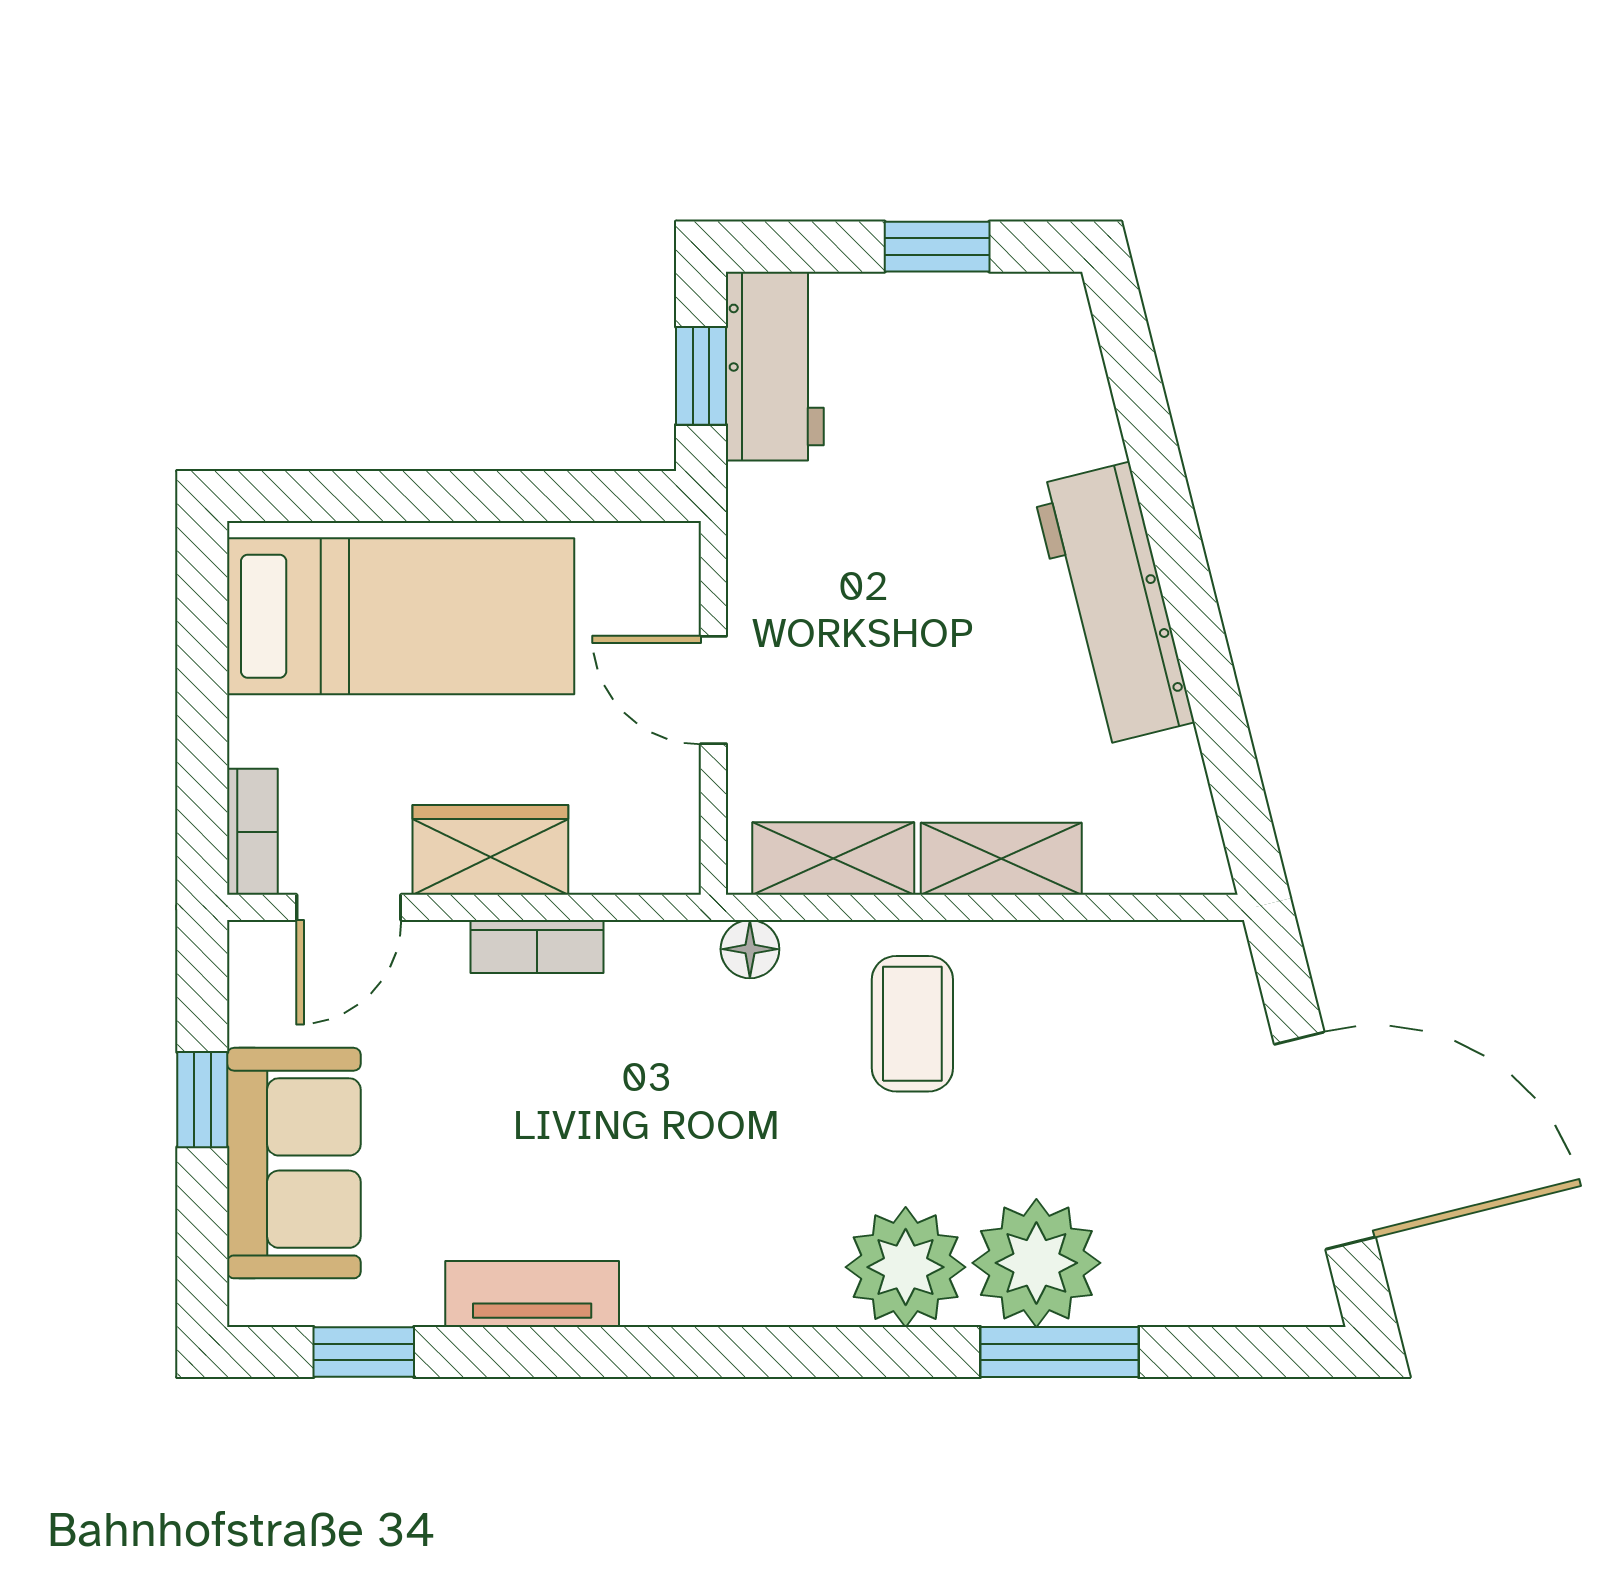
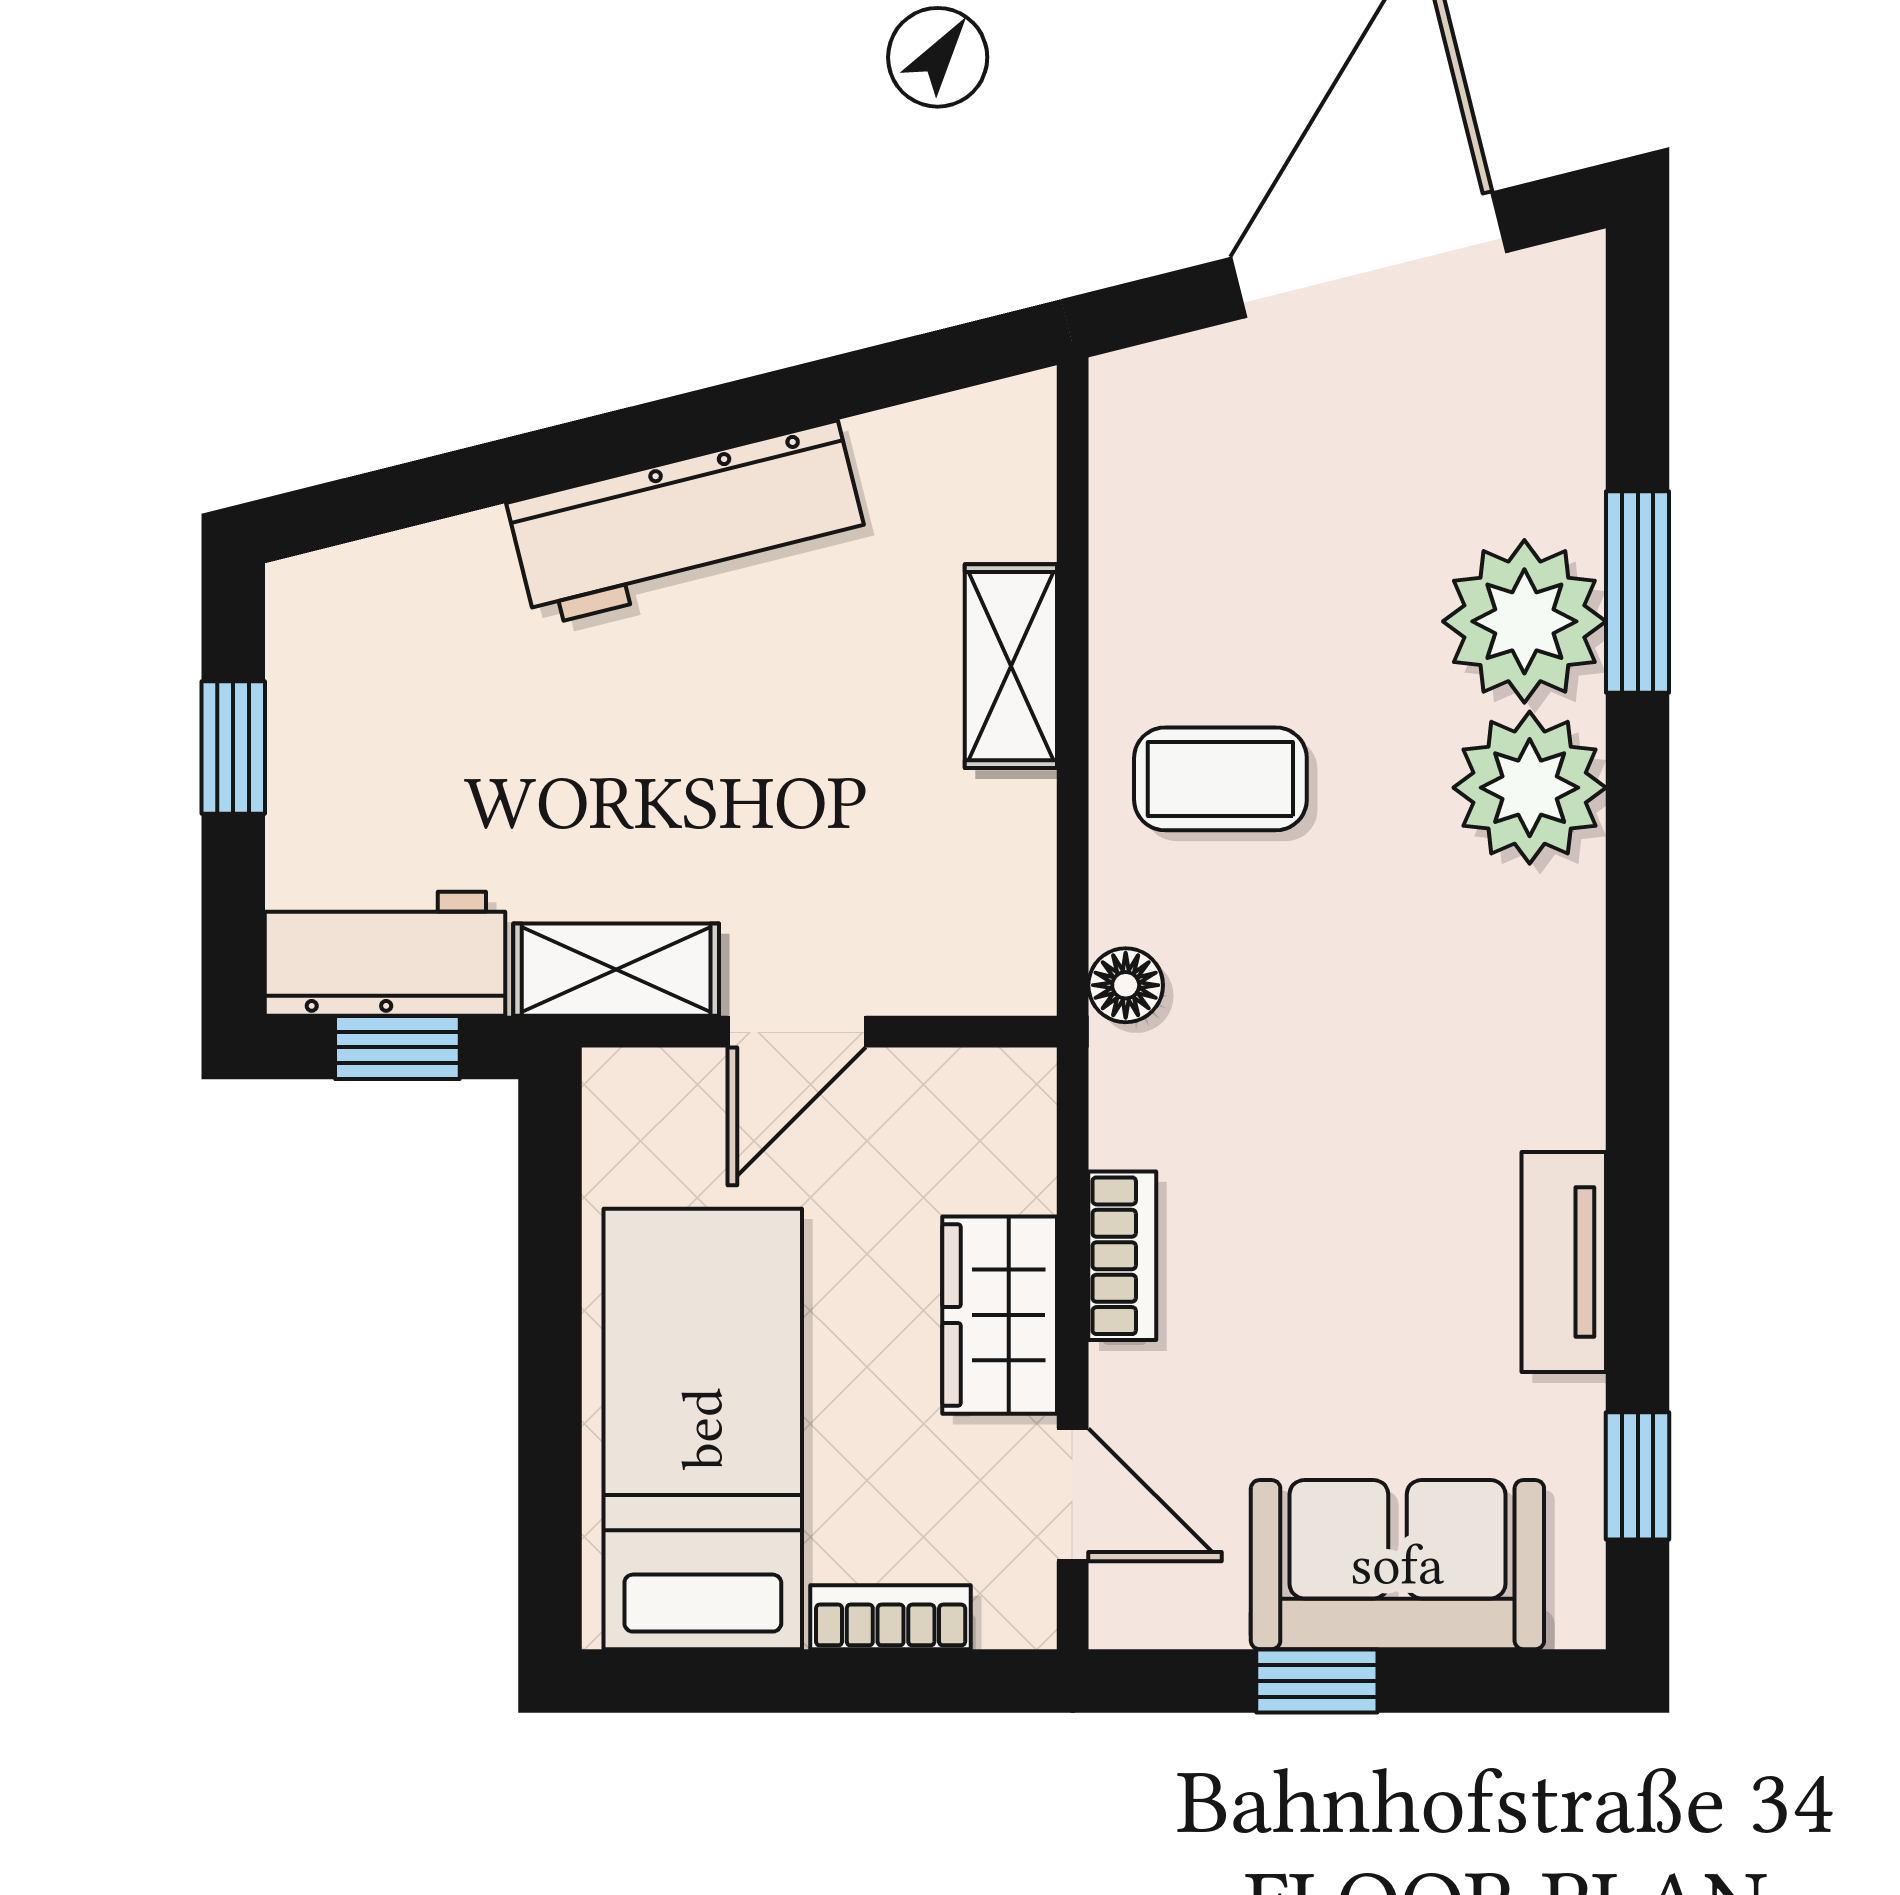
bookcase: (252, 832) -> (891, 1617), moved
shelving: (833, 859) -> (616, 970), moved, turned 90

